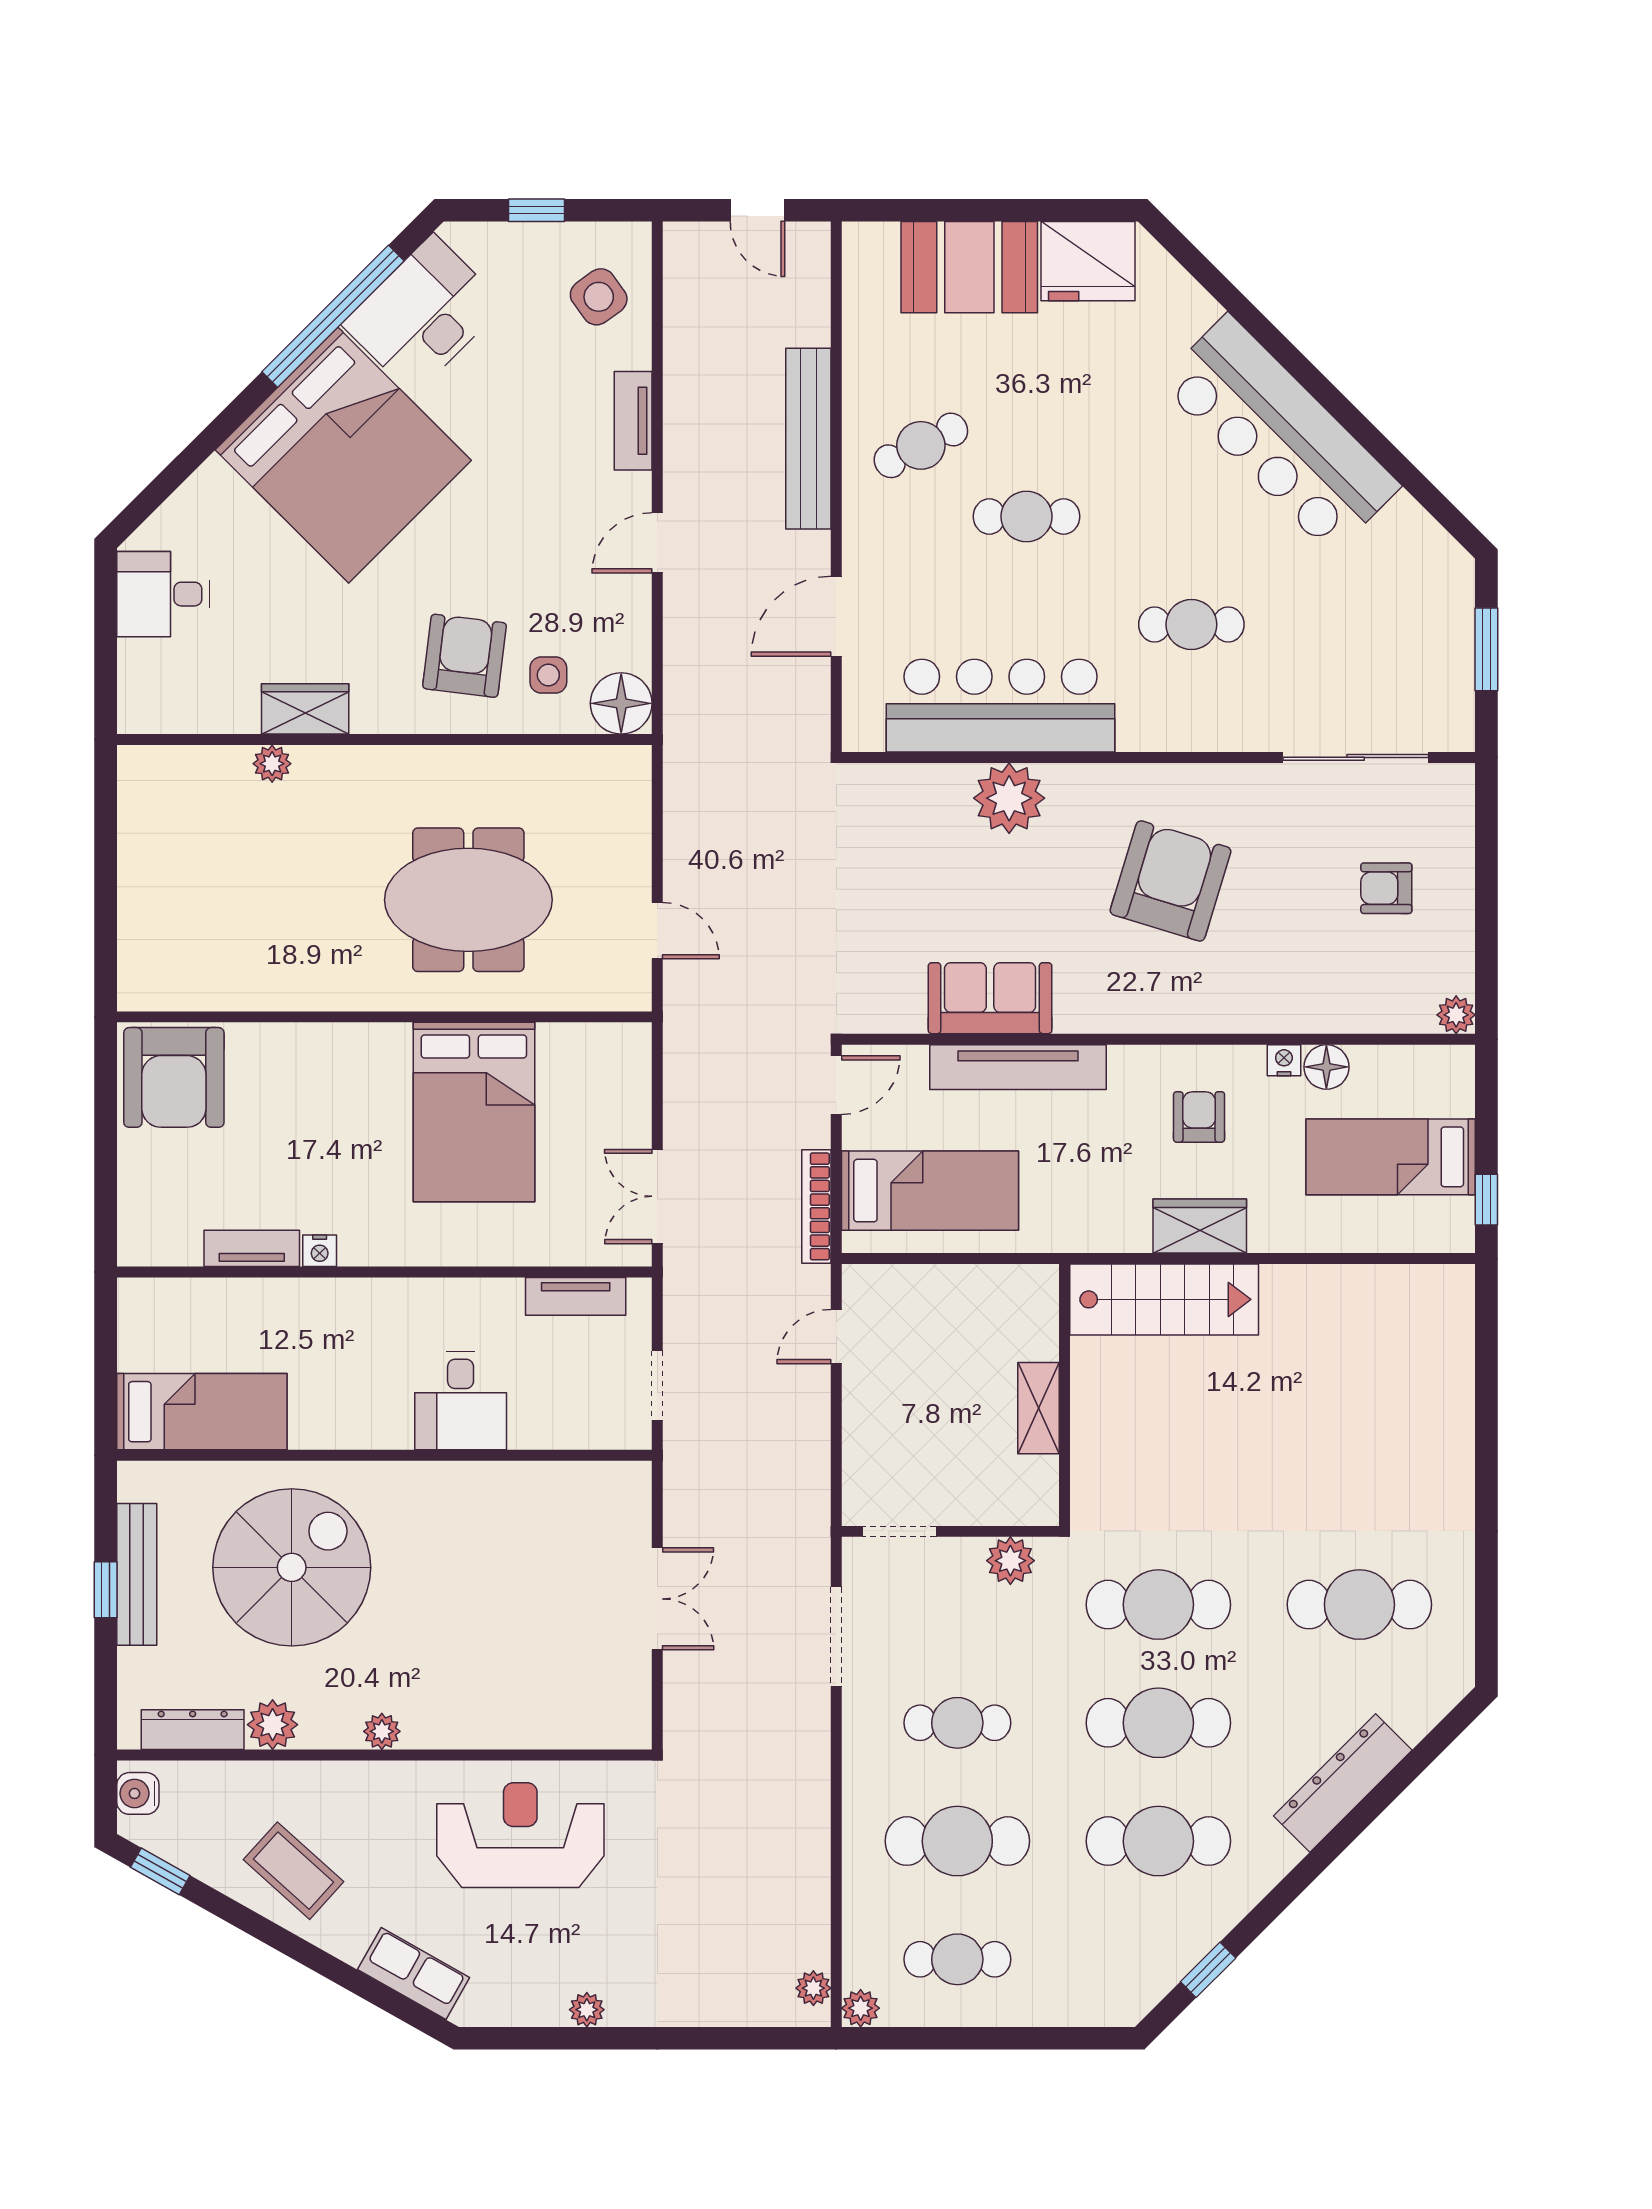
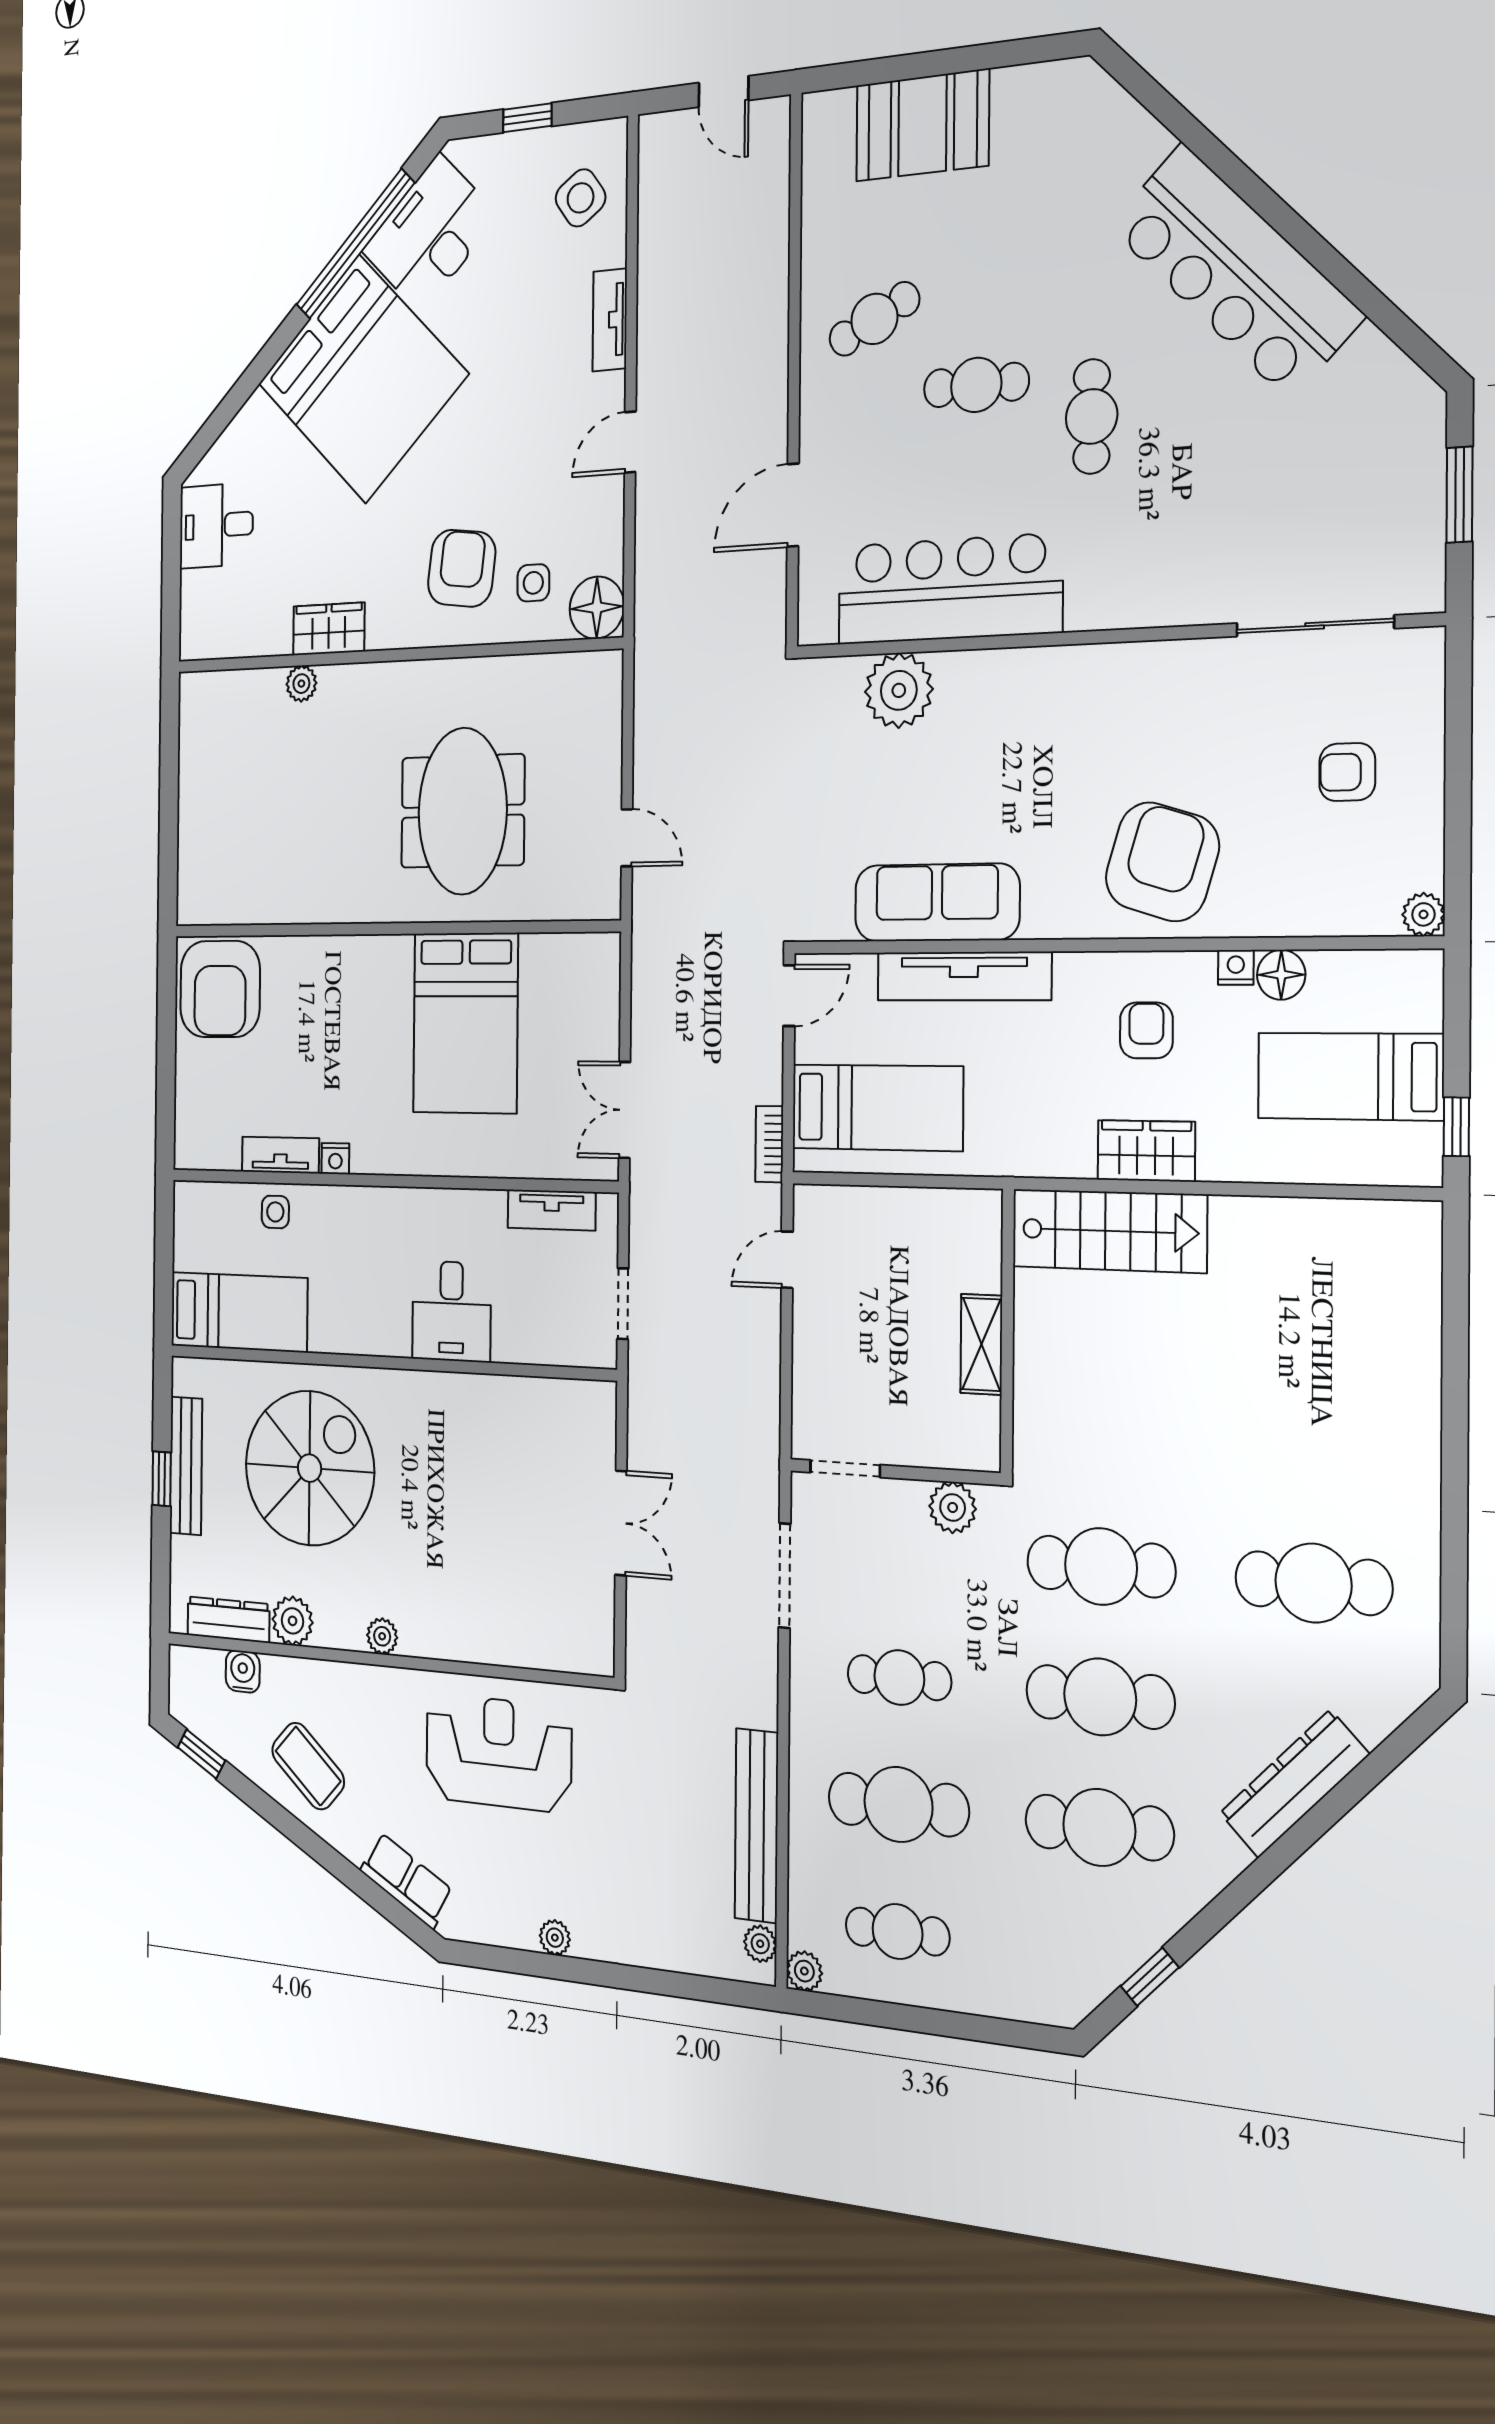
fridge: (1088, 261) -> (1039, 104), removed
bench: (808, 439) -> (756, 1826), moved
cafe table: (1191, 624) -> (1092, 416), moved, turned 90
plant: (1009, 798) -> (899, 690), moved
armchair: (1170, 881) -> (1162, 862), moved
meeting table: (468, 900) -> (463, 811), turned 90
sofa: (990, 998) -> (937, 902), width x1.36
bookcase: (816, 1206) -> (769, 1144), width x0.64
side table: (246, 1307) -> (275, 1212), added
water cooler: (138, 1793) -> (243, 1671), moved, turned 90

